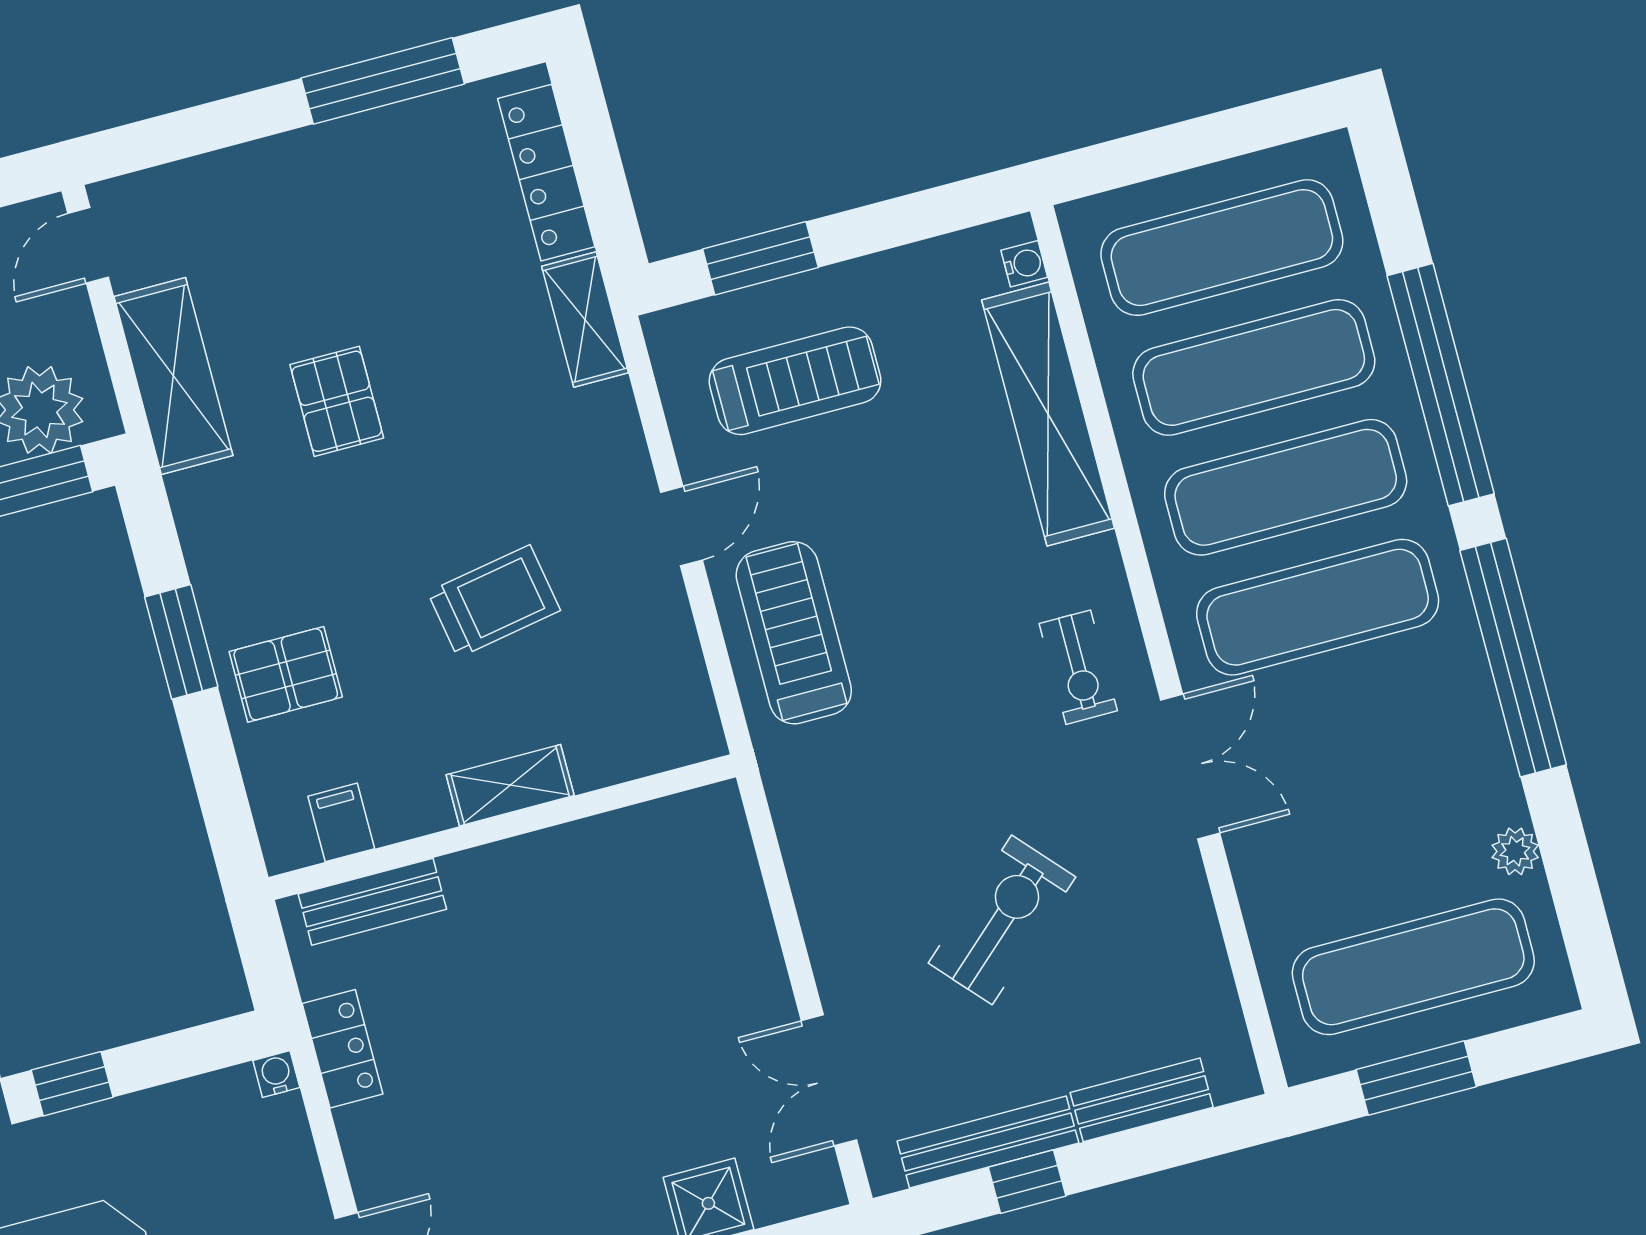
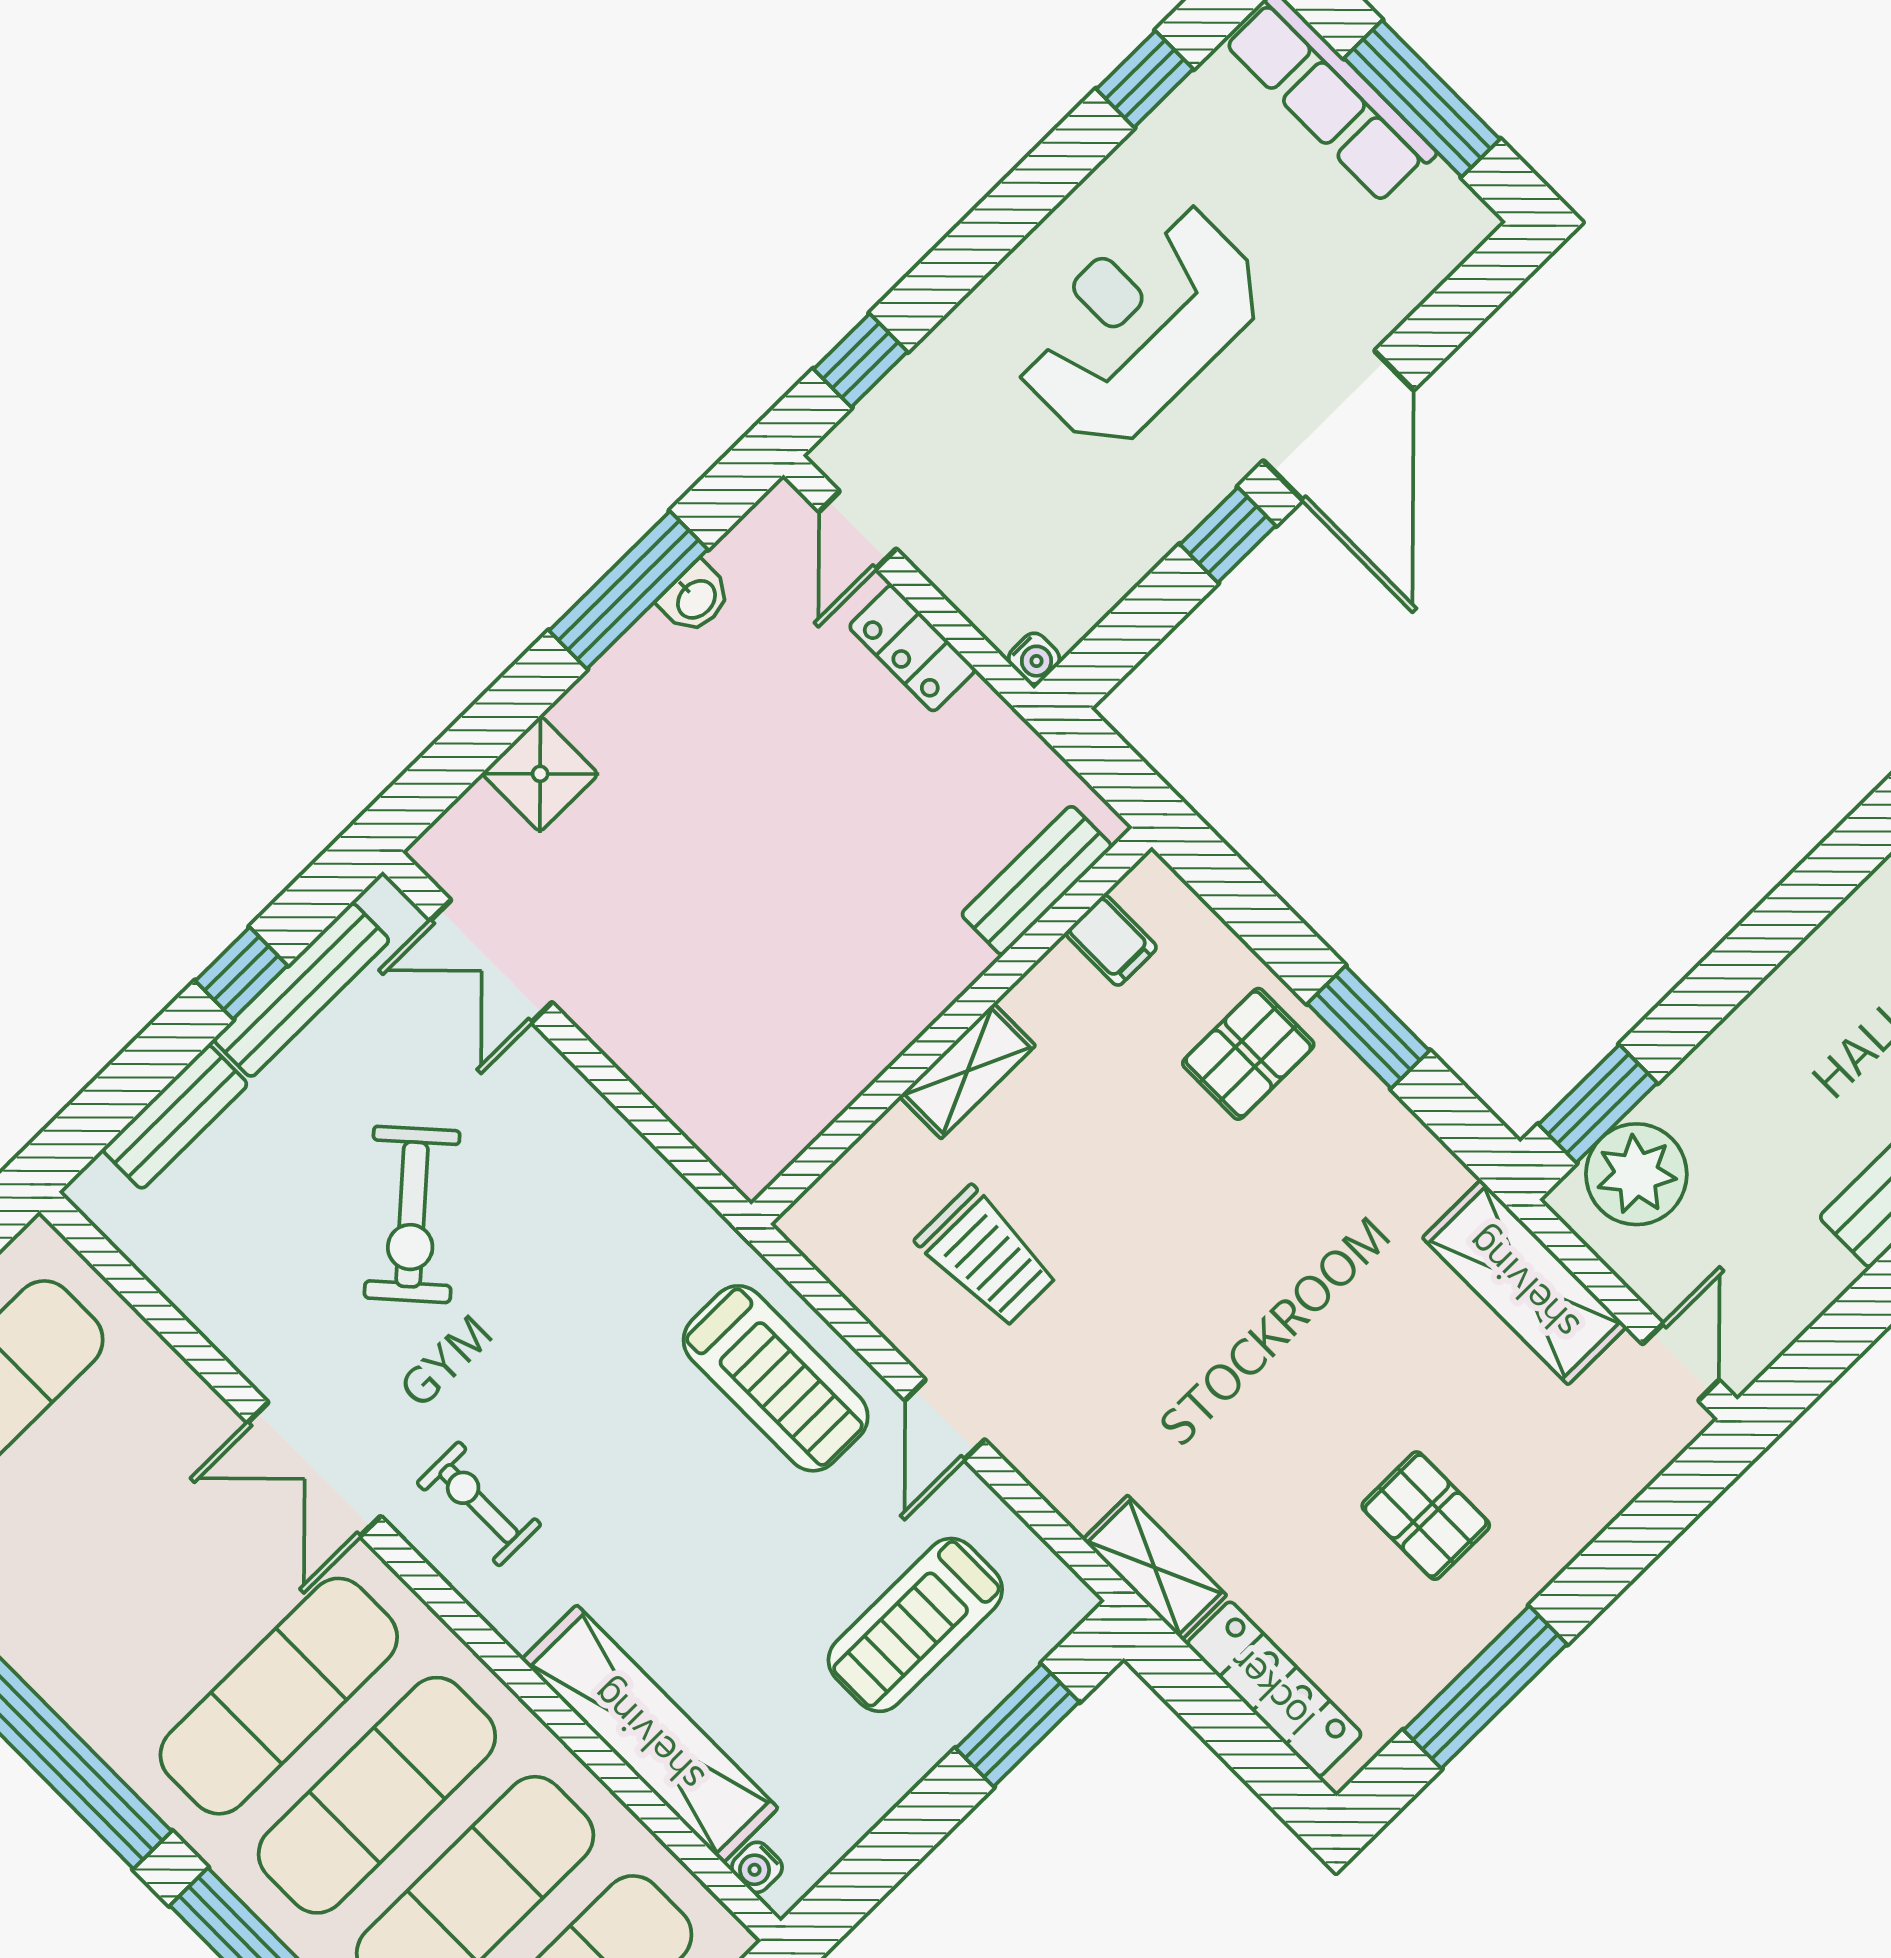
pallet: (337, 401) -> (1426, 1516), moved
trolley: (494, 601) -> (987, 1257), moved, turned -80
locker: (343, 1049) -> (912, 648), moved
double door: (829, 1080) -> (491, 961), swing flipped

